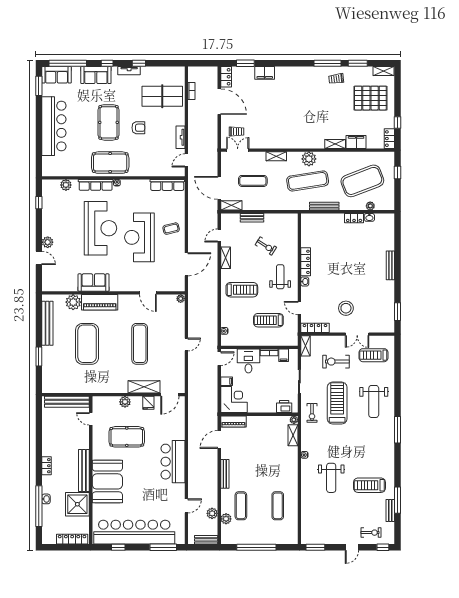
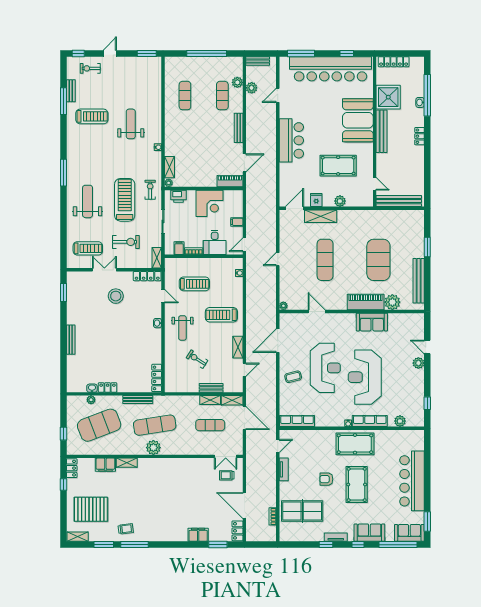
shelving: (276, 156) -> (210, 400), moved
locker: (306, 262) -> (157, 378), moved
corner desk: (234, 400) -> (209, 203), moved, turned -90
treadmill: (337, 403) -> (125, 200), turned 180

